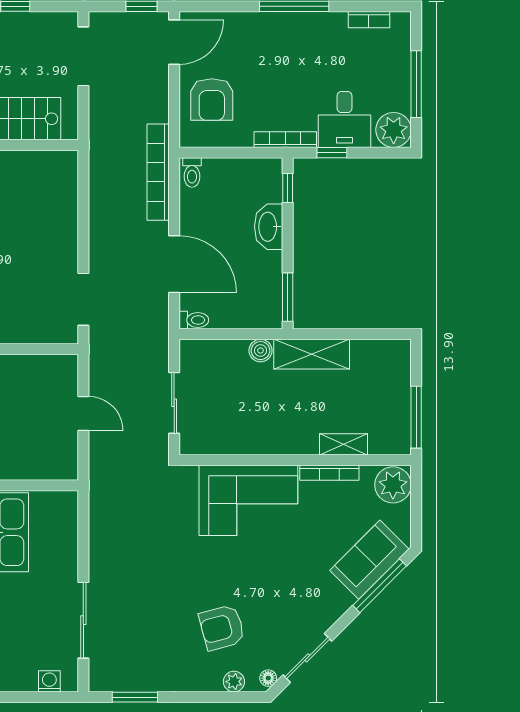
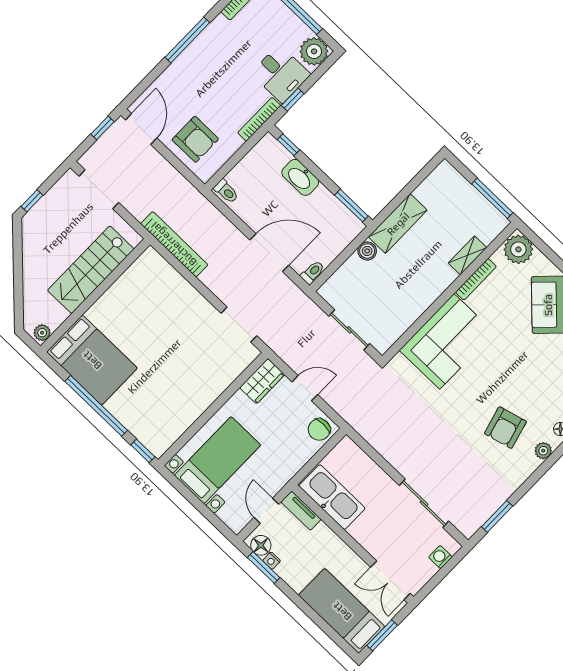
bookcase: (158, 172) -> (174, 244), moved, turned 180
wardrobe: (53, 369) -> (262, 381), added
chair: (59, 462) -> (319, 430), added

